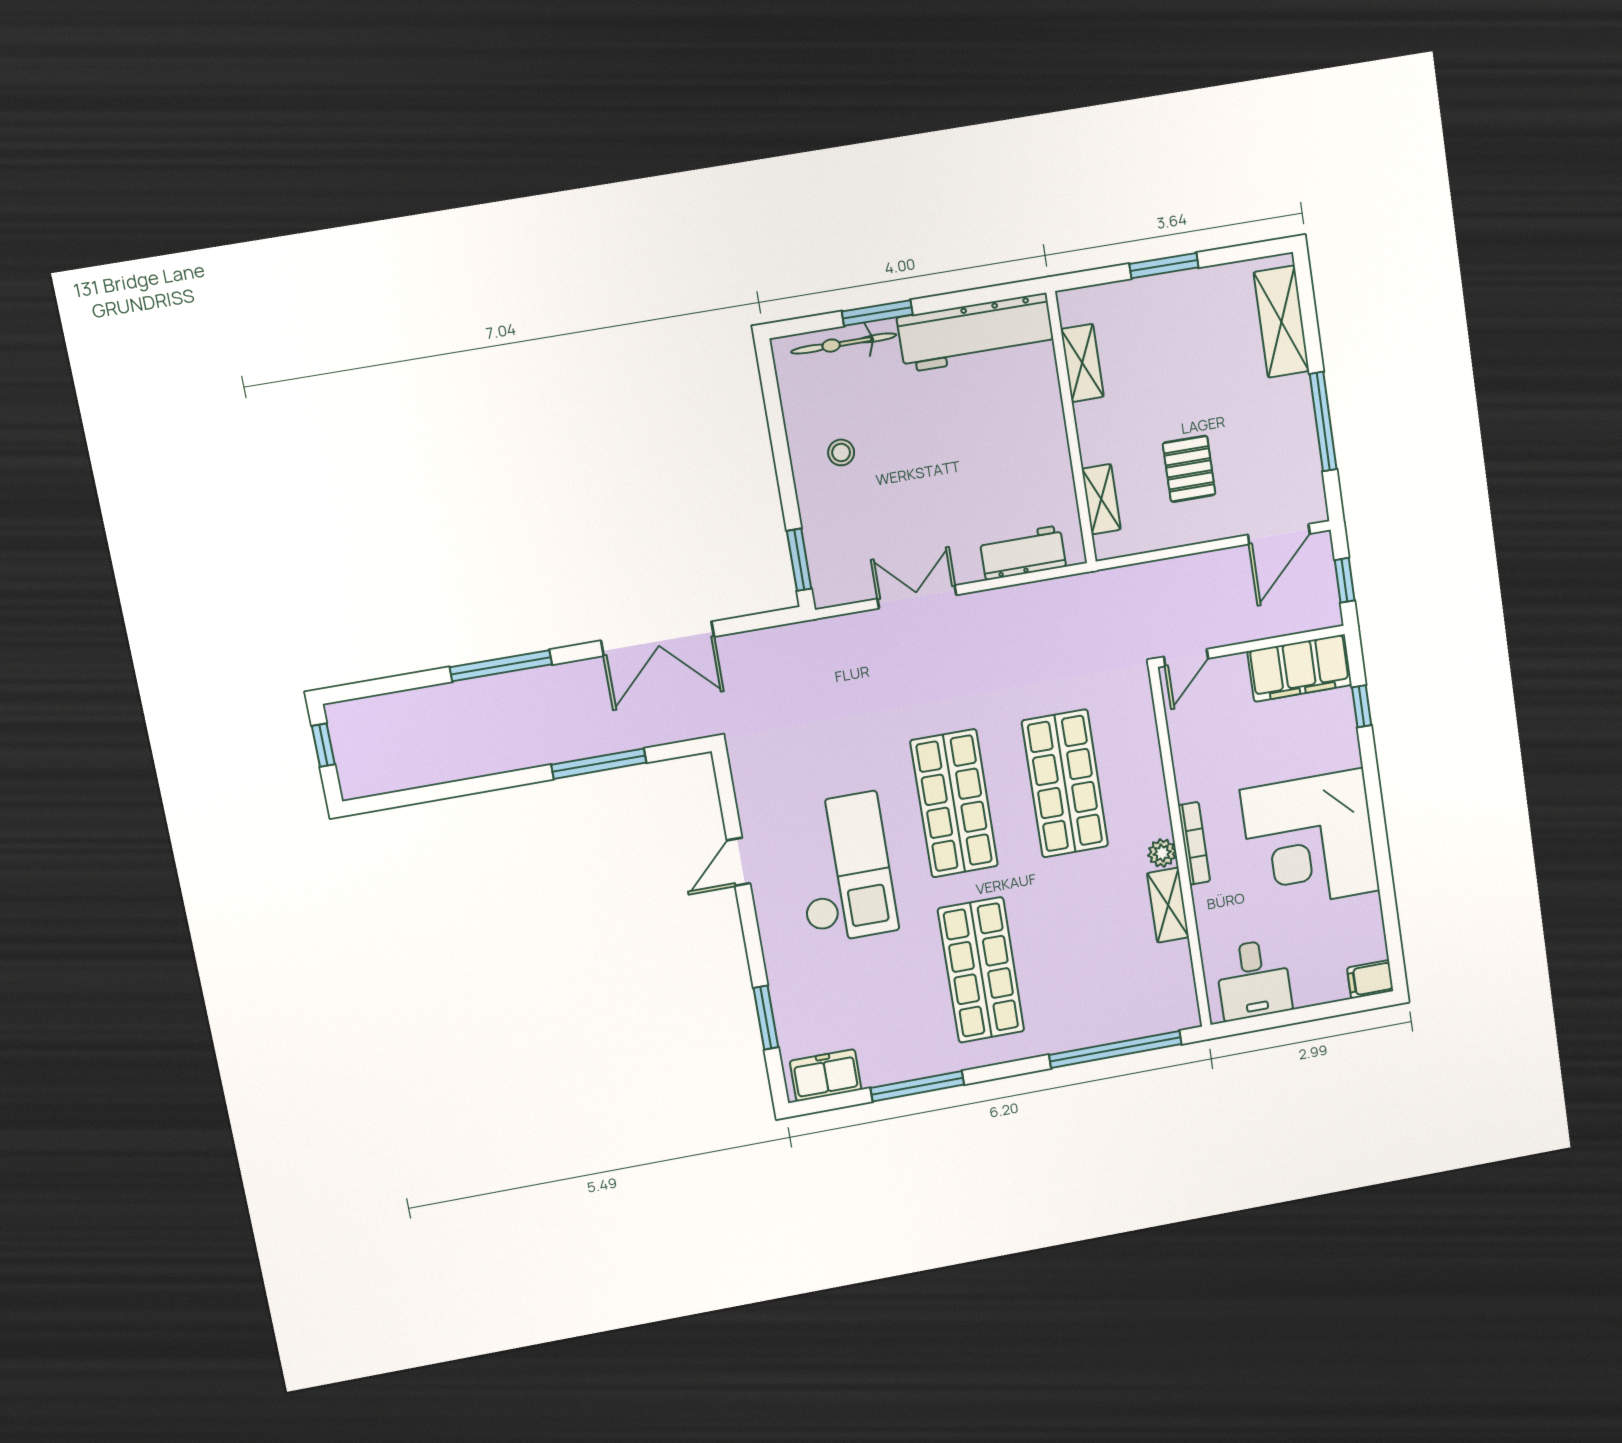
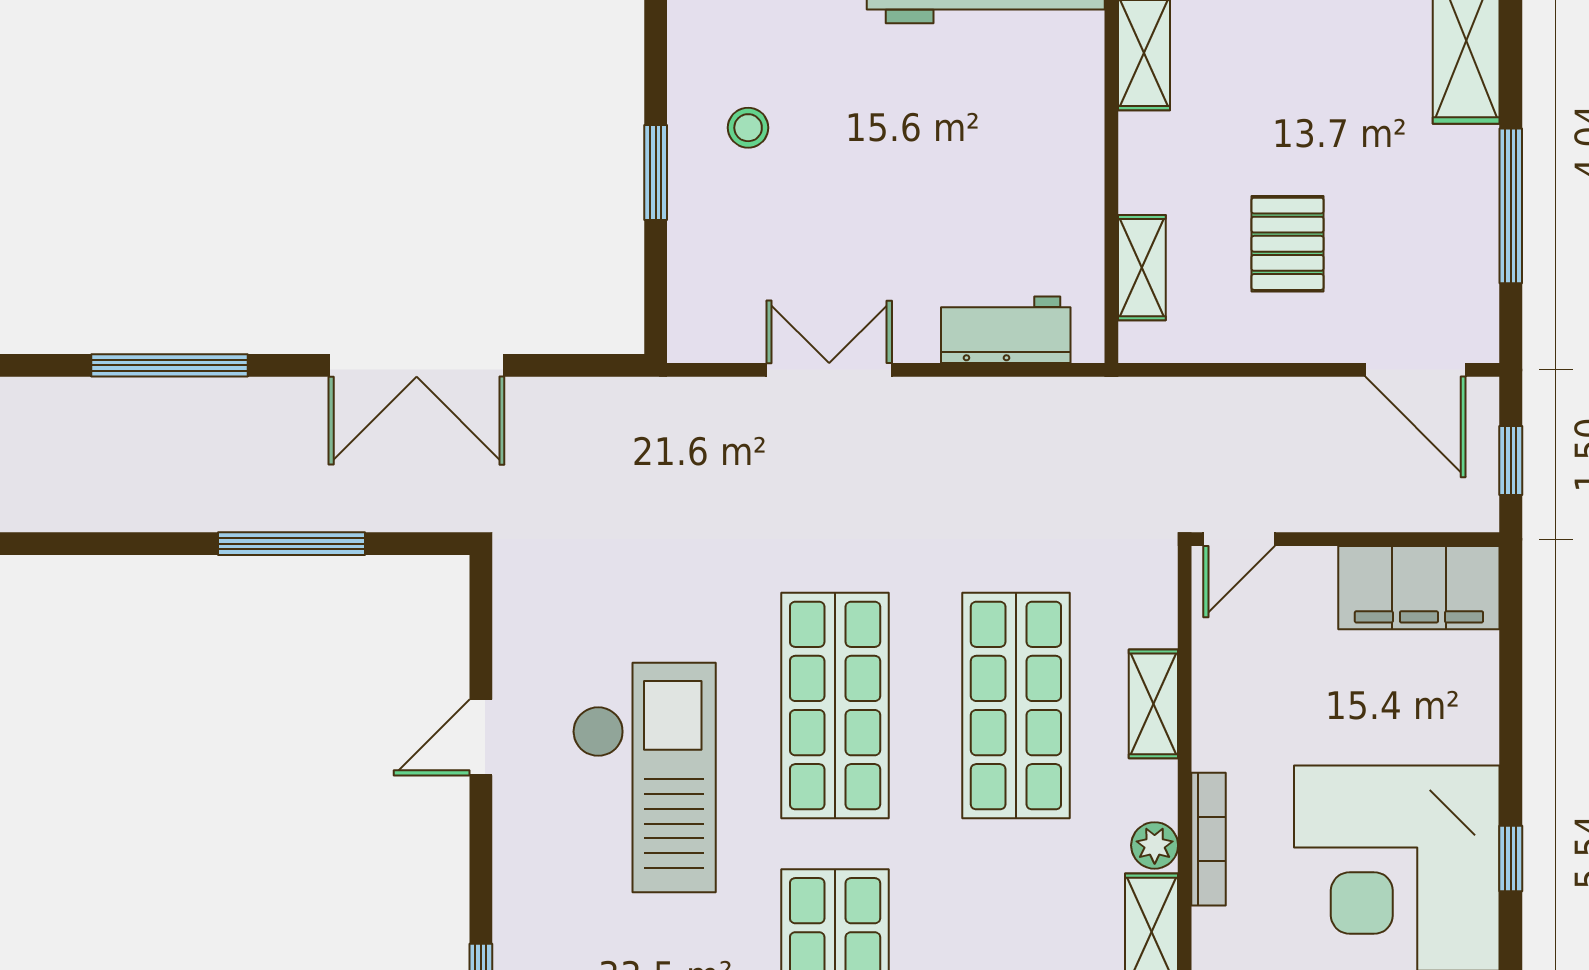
door: (1279, 534) -> (1415, 370), hinge flipped
window: (799, 560) -> (656, 173), moved
window: (1362, 706) -> (1511, 859), moved
shelving: (1149, 768) -> (1153, 704), added

